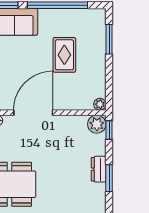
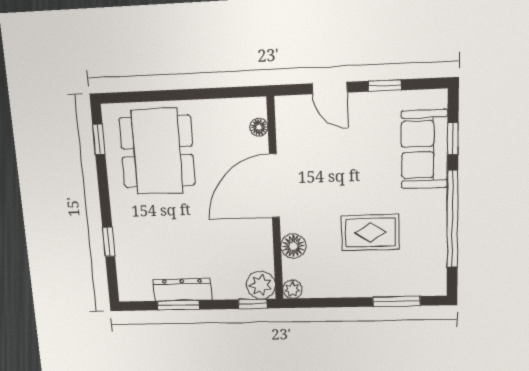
floor lamp: (72, 103) -> (293, 246), added
door: (33, 113) -> (274, 186), swing flipped
dresser: (99, 169) -> (182, 290), width x1.44

